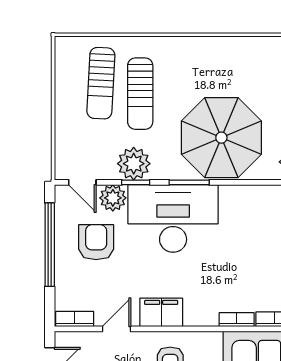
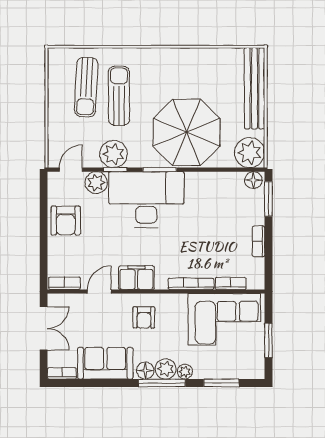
sun lounger: (140, 94) -> (119, 96), turned 180
door: (82, 182) -> (71, 170), swing flipped
armchair: (96, 242) -> (66, 221), moved, turned 180
window: (50, 245) -> (44, 221), removed
bookcase: (237, 320) -> (191, 284), width x1.56

